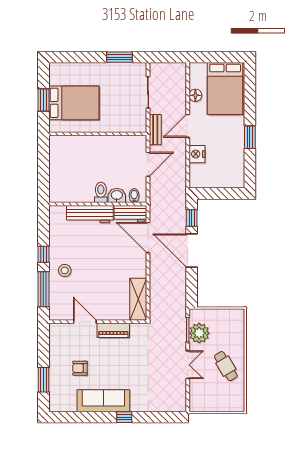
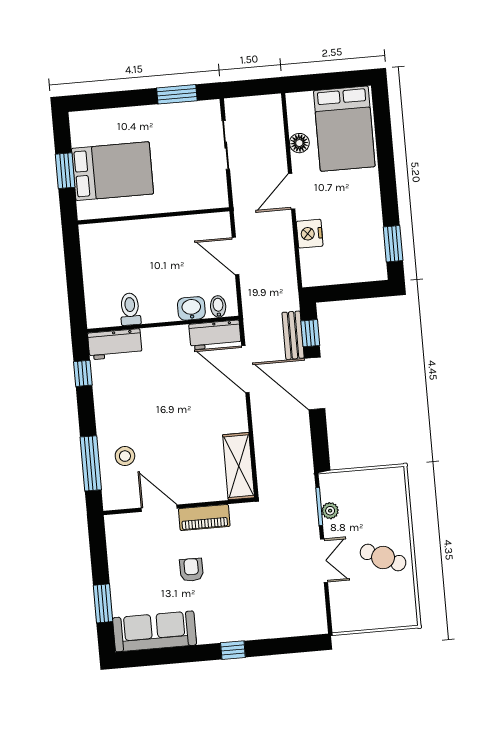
bench: (155, 130) -> (293, 335), moved
window: (250, 137) -> (393, 244), moved
door: (148, 164) -> (235, 256), swing flipped
toilet: (101, 192) -> (130, 309), moved
workbench: (90, 214) -> (115, 344), moved, width x0.73
window: (43, 254) -> (83, 373), moved
stool: (65, 271) -> (125, 456), moved
plant: (199, 333) -> (330, 511), width x0.53, depth x0.53
cafe table: (226, 366) -> (383, 558), turned -34
armchair: (80, 368) -> (191, 570), moved, turned 90
sofa: (103, 401) -> (155, 631), moved

